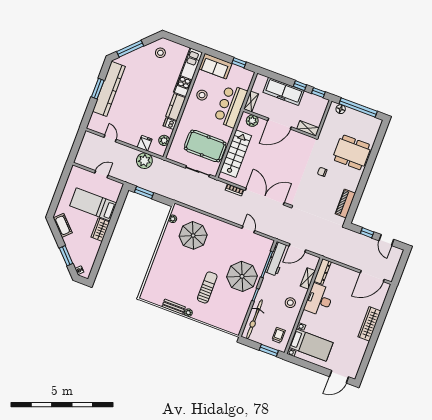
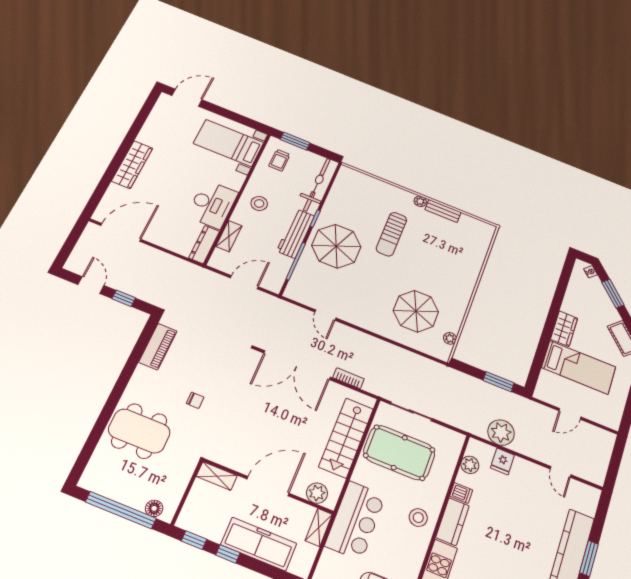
stool: (202, 95) -> (418, 518), moved
workbench: (277, 259) -> (296, 233), moved

